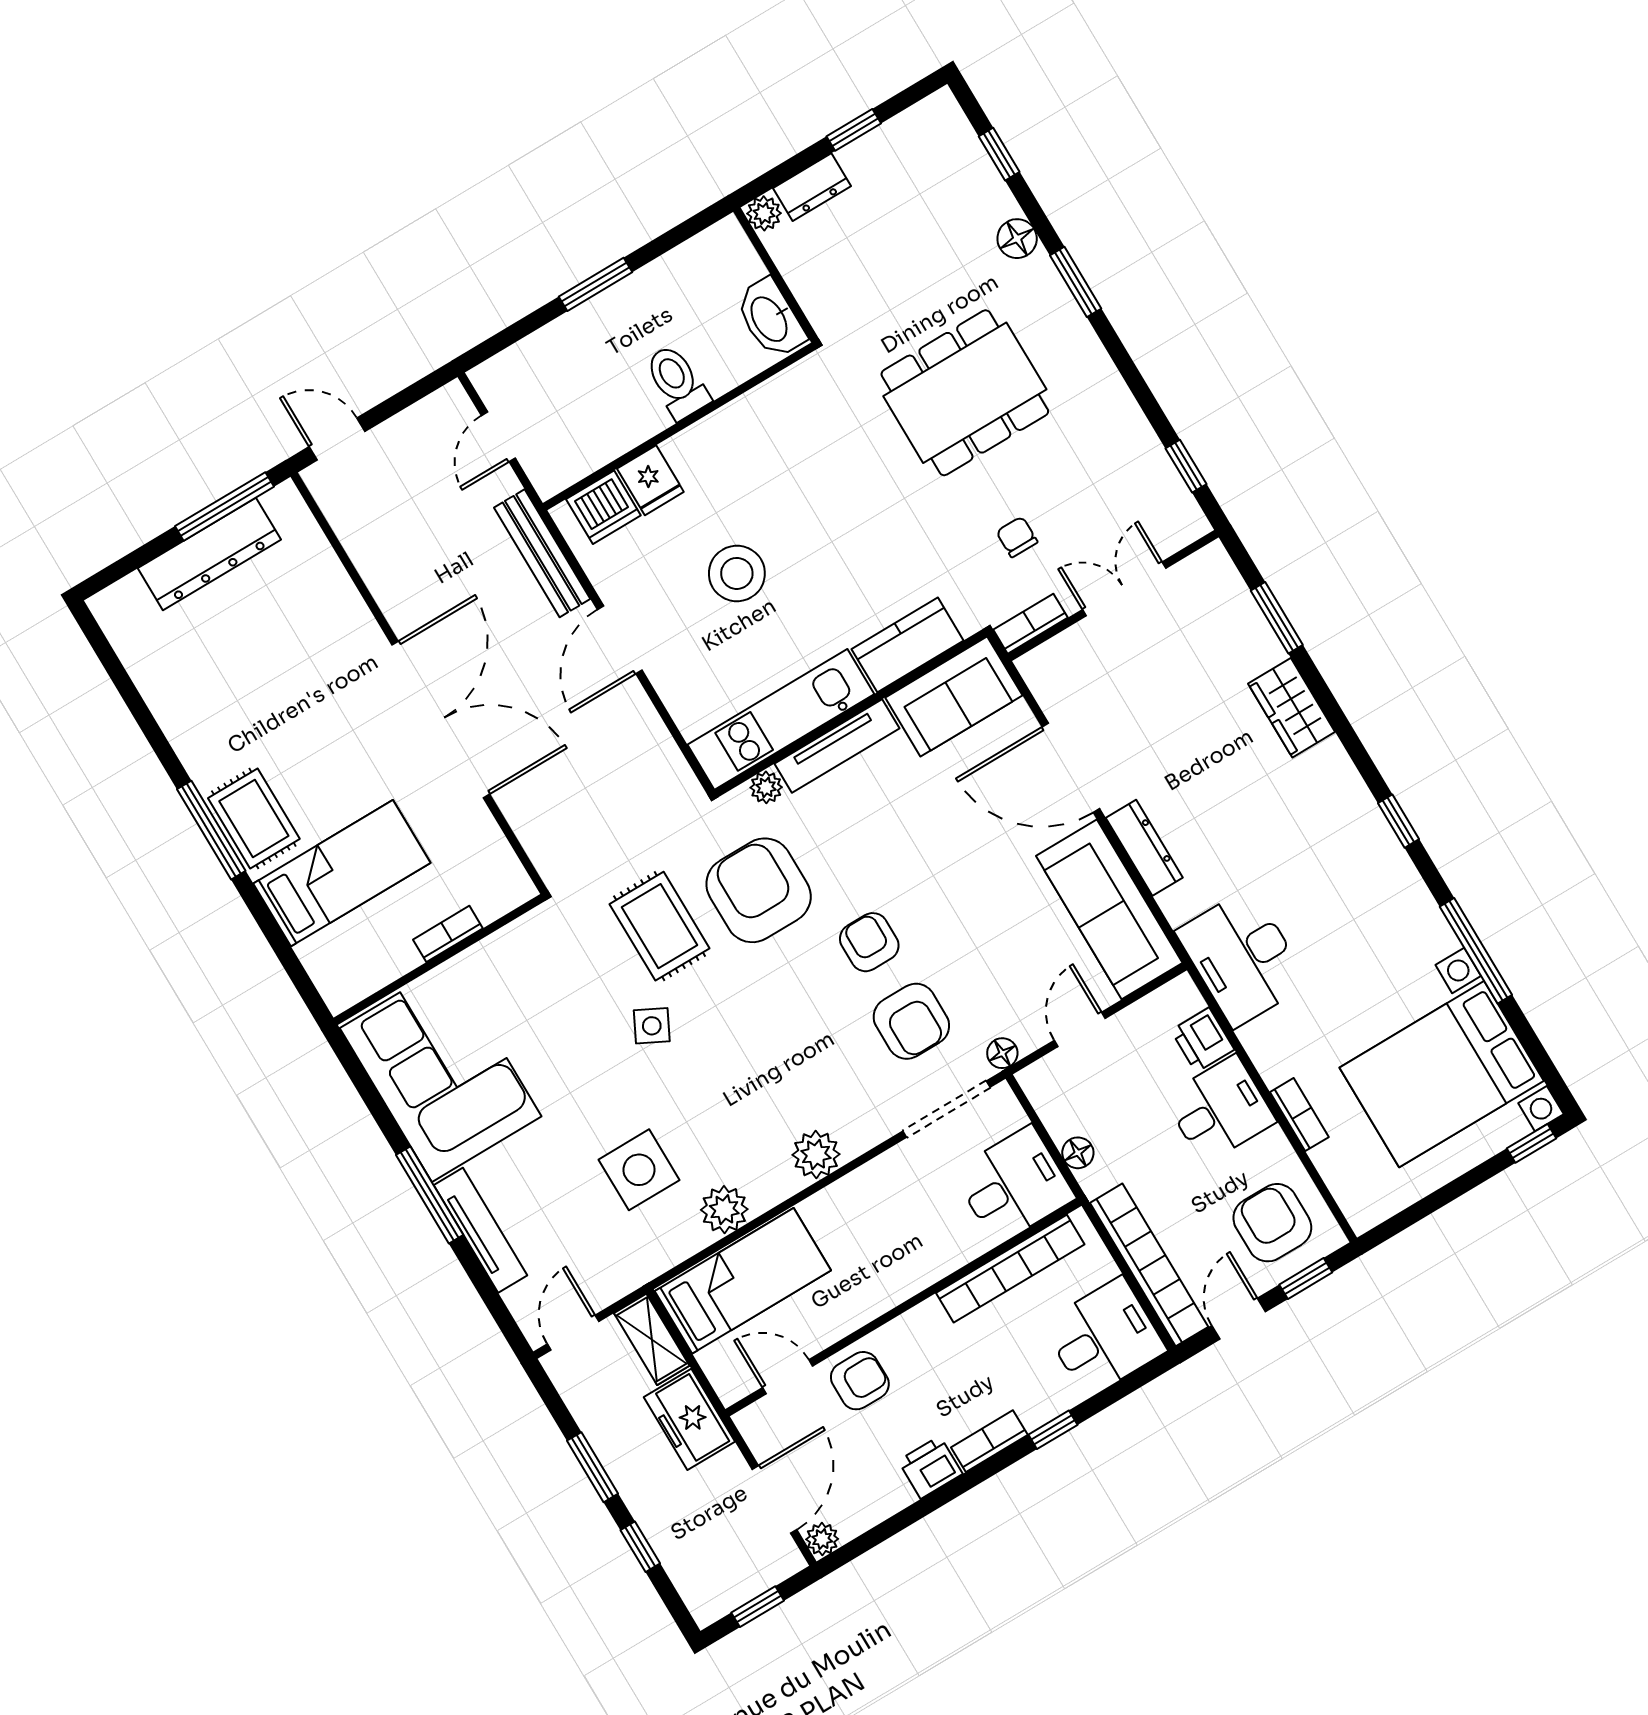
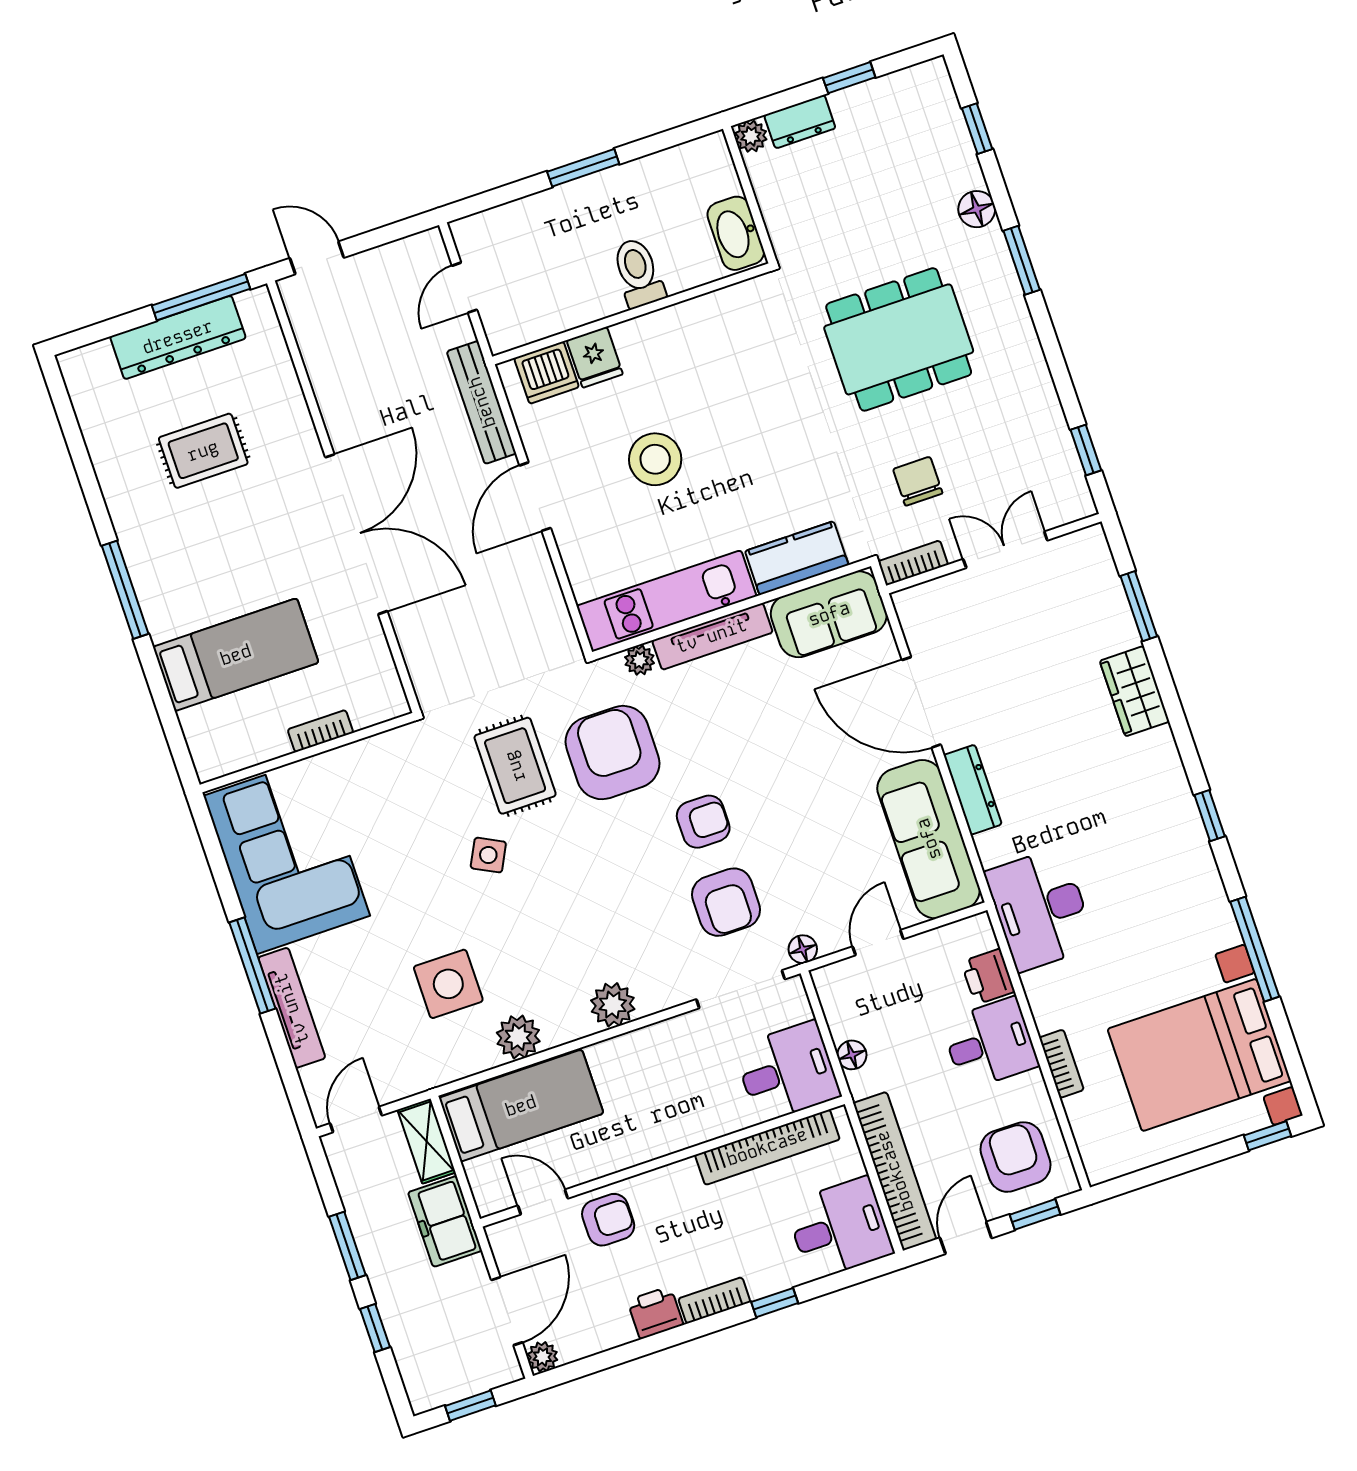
chair: (1017, 537) -> (918, 481), width x1.37, depth x1.37
rug: (254, 819) -> (203, 451), moved, turned 90
armchair: (869, 942) -> (703, 822), turned 90

